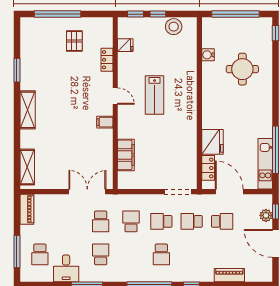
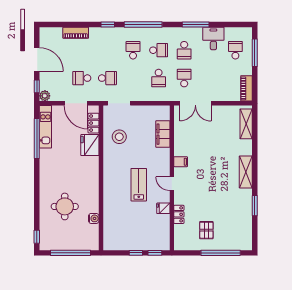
stool: (174, 27) -> (119, 137), moved
fridge: (125, 45) -> (163, 208), moved
plant: (266, 215) -> (45, 96), moved
school desk: (161, 221) -> (159, 50), moved

